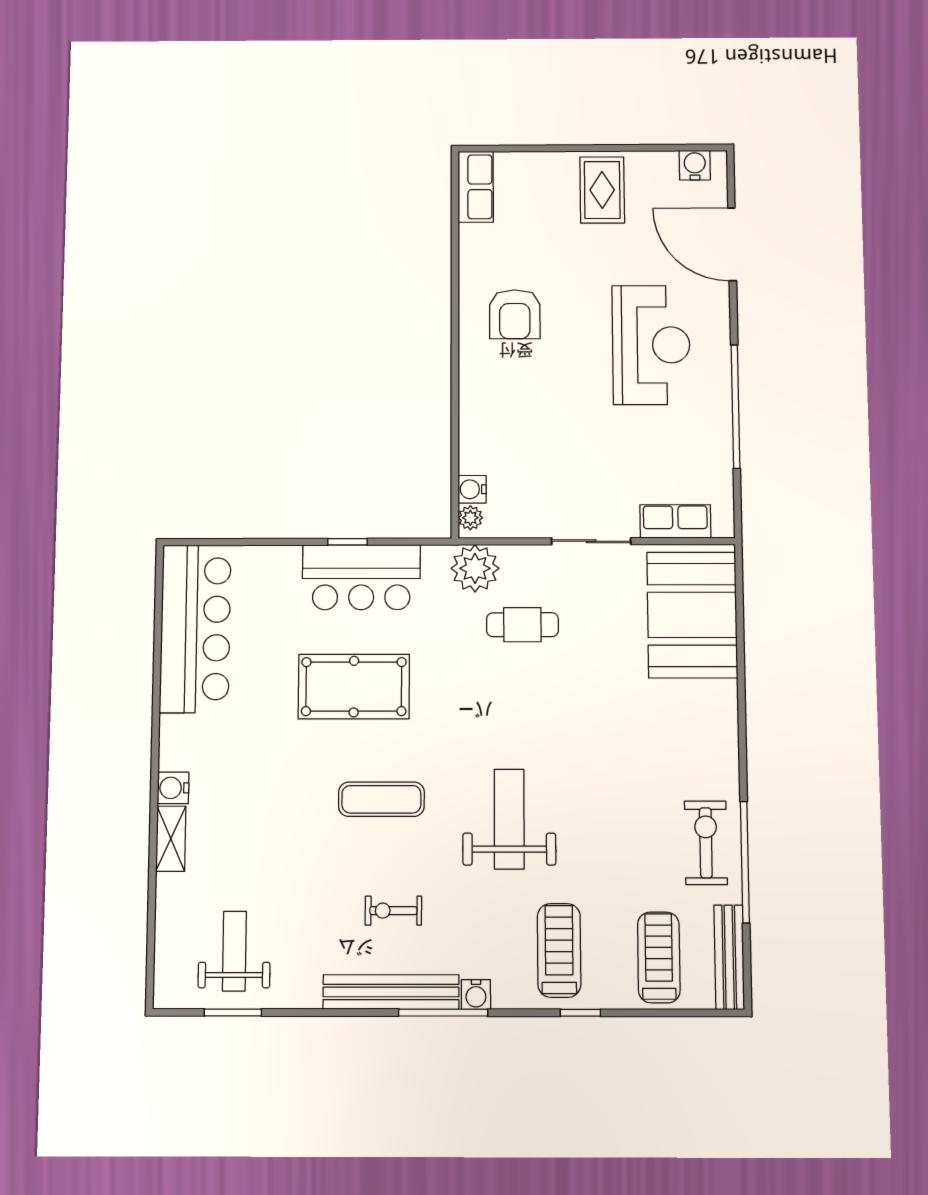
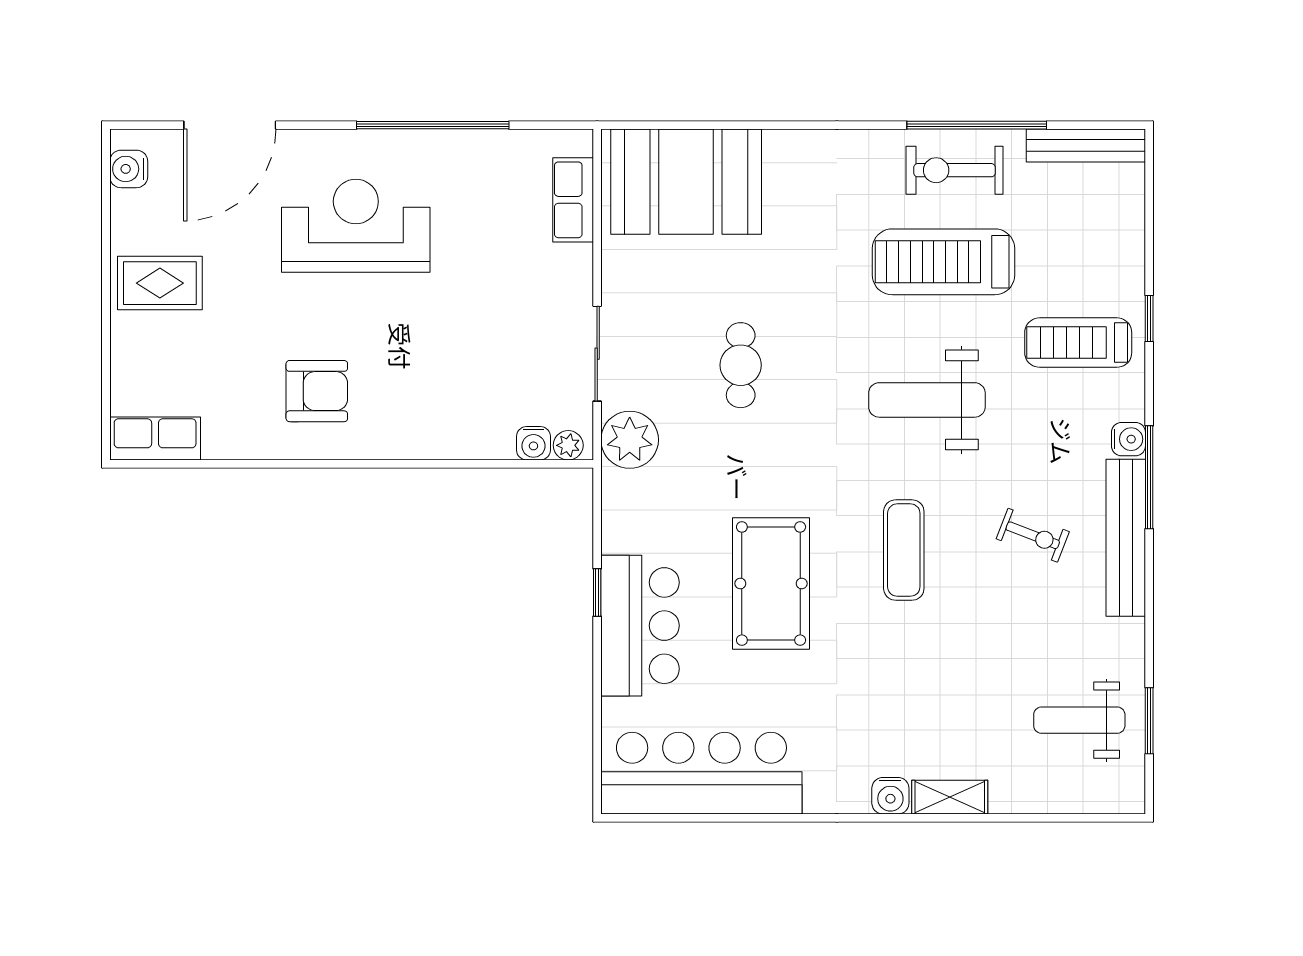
sliding door: (591, 541) -> (597, 354), moved
bar counter: (361, 577) -> (640, 626), moved
cafe table: (522, 625) -> (741, 365), moved
exercise bike: (393, 911) -> (1033, 535), turned -69
treadmill: (659, 957) -> (944, 262), moved, width x1.37, depth x1.38

